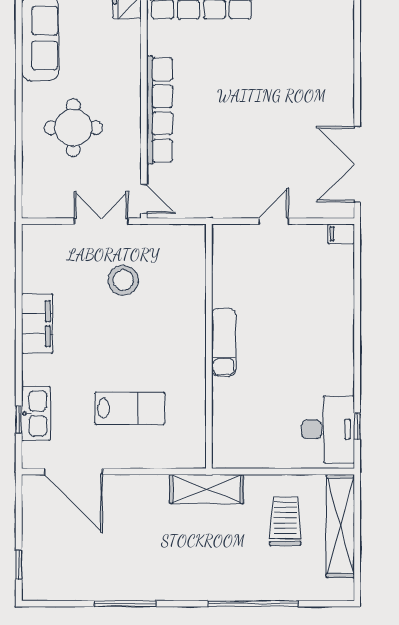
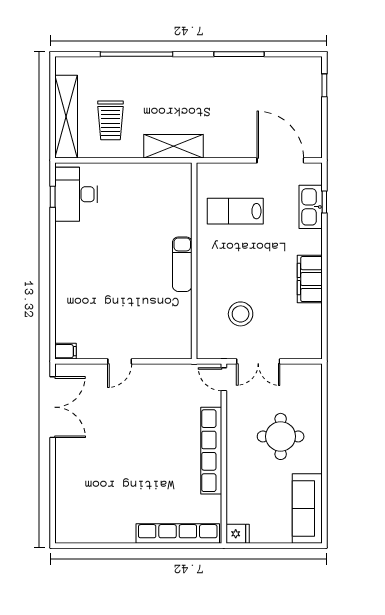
exam couch: (224, 342) -> (182, 264), moved
wall: (209, 346) -> (194, 261), moved

